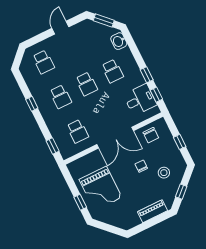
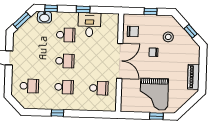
window: (156, 95) -> (51, 8), moved
desk: (140, 100) -> (89, 25), moved
window: (53, 146) -> (100, 114), removed
grand piano: (101, 189) -> (154, 94), turned 90
piano: (152, 211) -> (194, 77), moved

